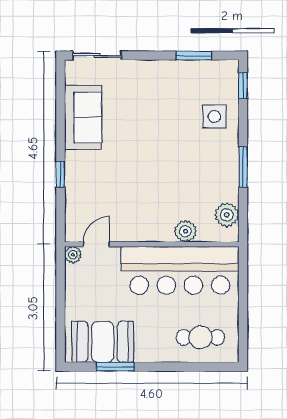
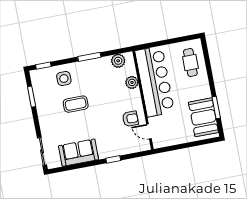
coffee table: (167, 128) -> (76, 104), added
armchair: (124, 217) -> (130, 119), added
plant: (73, 255) -> (157, 144), removed

